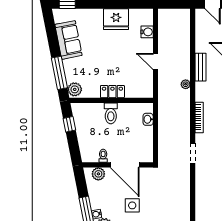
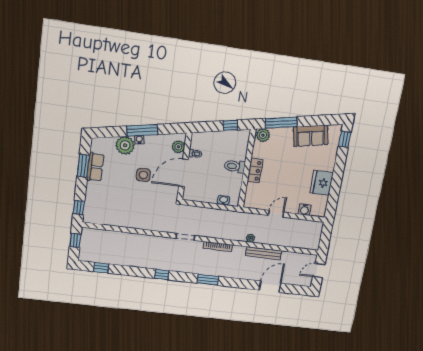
bench: (201, 67) -> (264, 253), width x1.36

